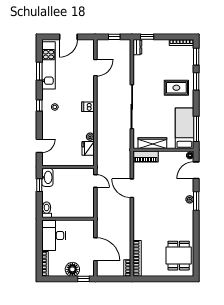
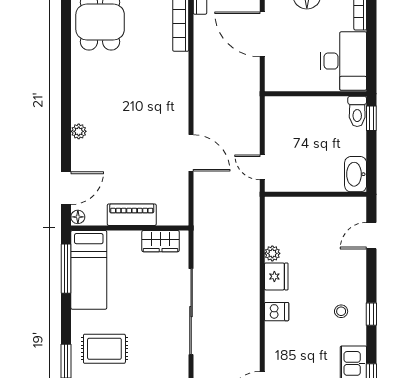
wardrobe: (152, 143) -> (161, 241), width x0.67
fridge: (88, 148) -> (276, 276), moved
piano: (146, 157) -> (132, 215), moved
window: (39, 185) -> (371, 118), moved
window: (196, 201) -> (66, 128), removed

